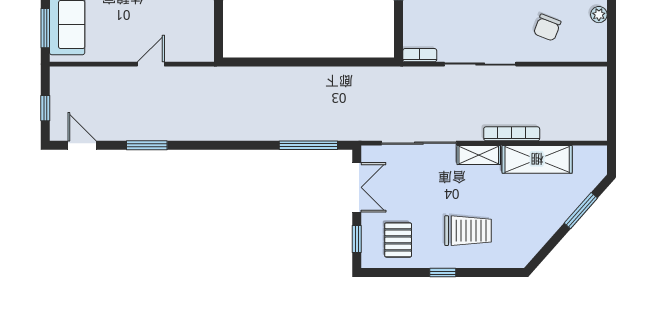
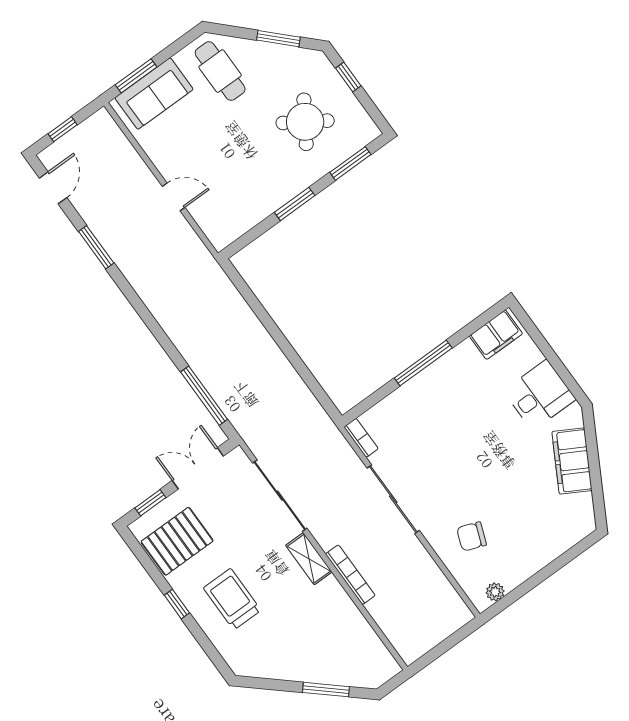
plant: (599, 15) -> (495, 592), moved
shelving: (537, 159) -> (344, 615), removed
double door: (357, 187) -> (198, 468), swing flipped
trolley: (468, 231) -> (232, 599), turned 180
pallet: (398, 240) -> (177, 541), width x1.50, depth x1.42

